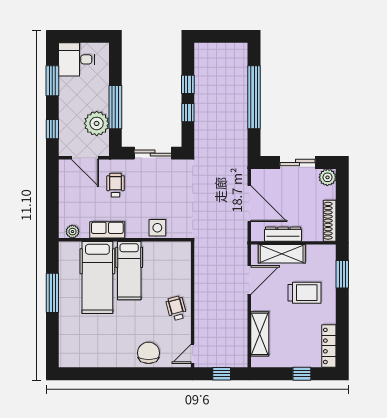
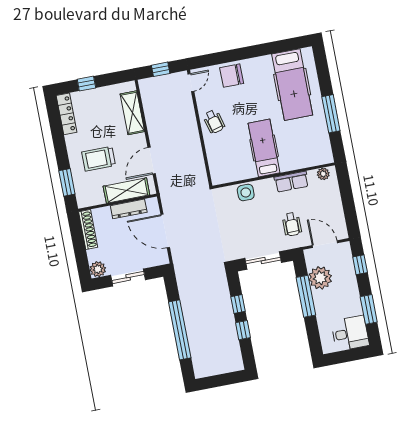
hospital bed: (97, 277) -> (292, 85), moved, turned 180
chair: (149, 353) -> (232, 76), turned 90

